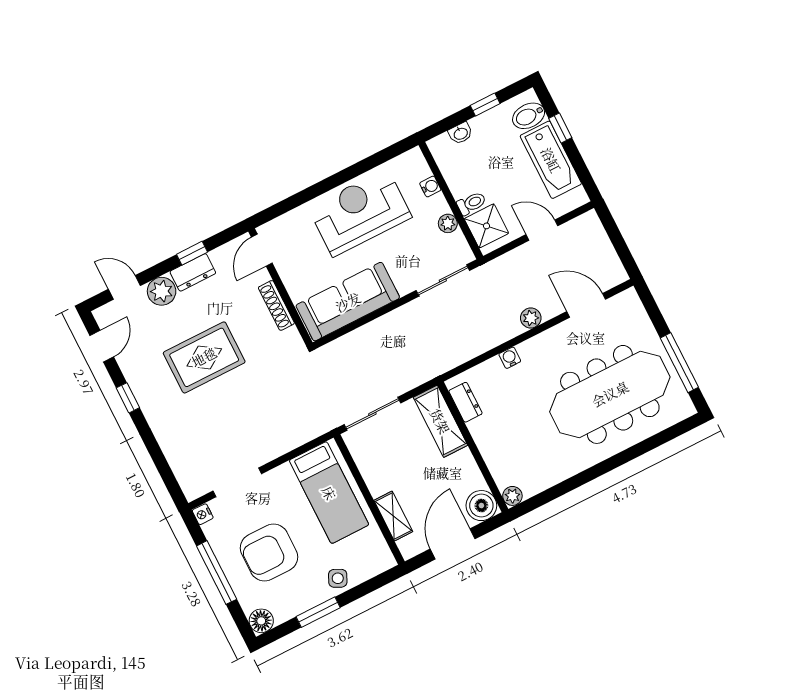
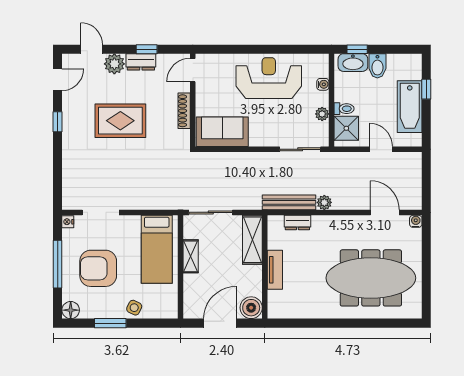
window: (485, 104) -> (357, 49), moved
bidet: (529, 116) -> (377, 66), moved, turned -90
washbasin: (461, 133) -> (353, 63), width x1.91, depth x1.45
sofa: (348, 302) -> (222, 132), width x0.73
plant: (531, 318) -> (324, 202), moved
bench: (462, 353) -> (289, 202), added
water cooler: (510, 358) -> (416, 221), moved
window: (679, 363) -> (426, 280), removed
dresser: (465, 402) -> (297, 222), moved, turned 90
tv unit: (487, 444) -> (275, 270), added
plant: (512, 496) -> (274, 312), removed
shelving: (393, 516) -> (191, 256), moved

